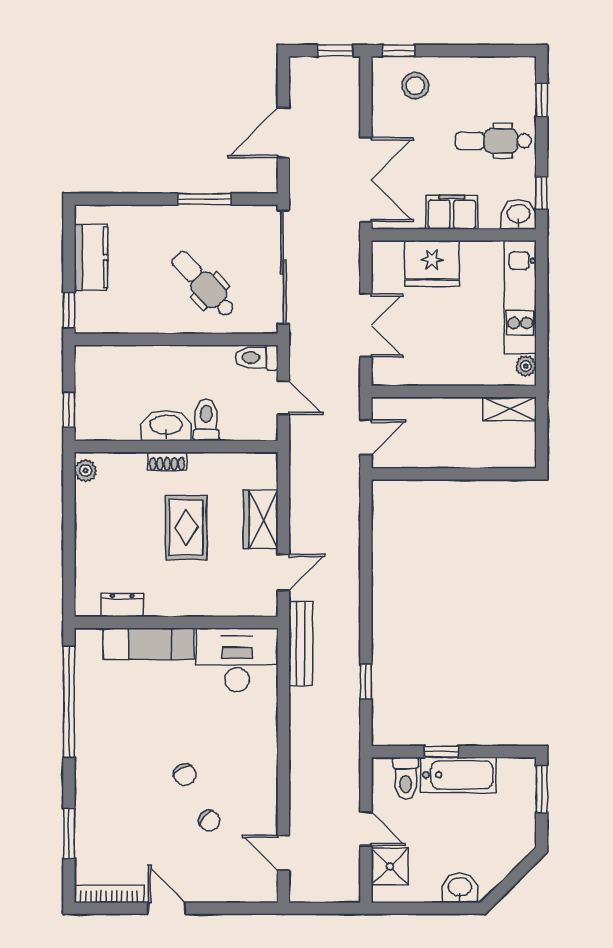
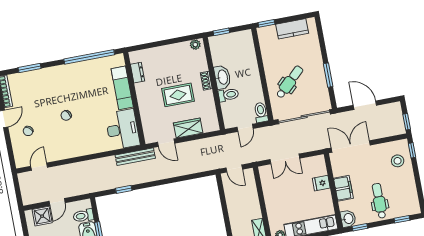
double door: (366, 180) -> (351, 147), swing flipped
fridge: (432, 263) -> (321, 183), width x0.53, depth x0.75
chair: (209, 821) -> (28, 131), moved

